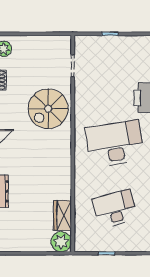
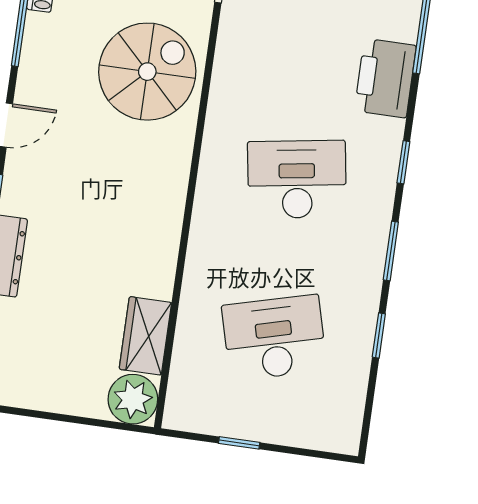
spiral stairs: (48, 109) -> (147, 72), turned 180
desk: (115, 144) -> (297, 179), width x0.73, depth x0.77

